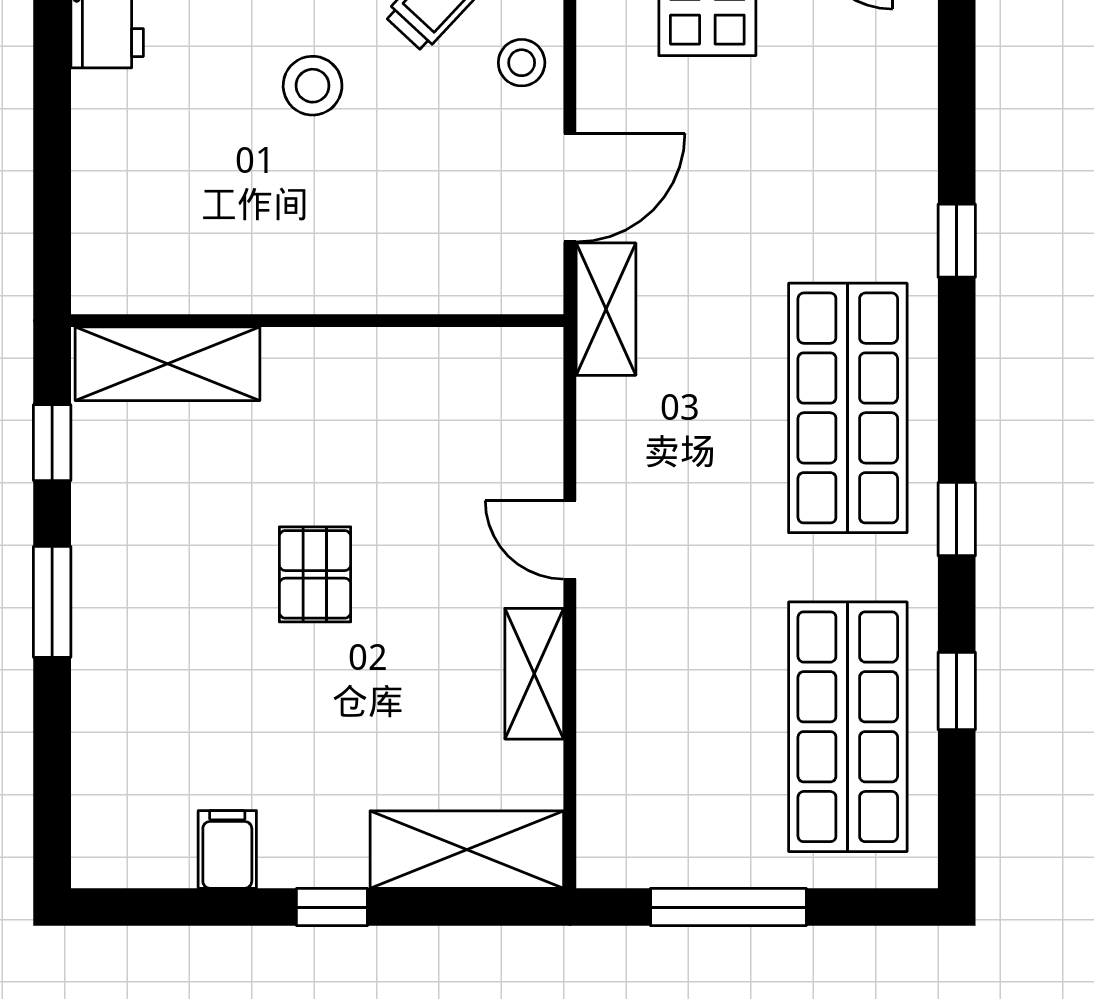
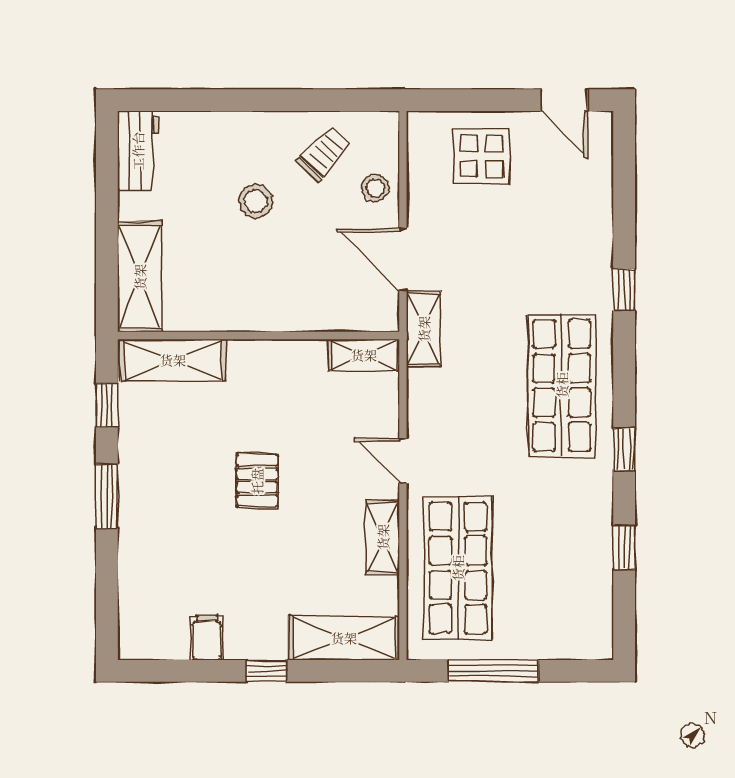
door: (570, 188) -> (403, 259), swing flipped
shelving: (109, 218) -> (140, 277), added
shelving: (502, 355) -> (364, 355), added
shop shelf: (848, 727) -> (458, 568), moved

